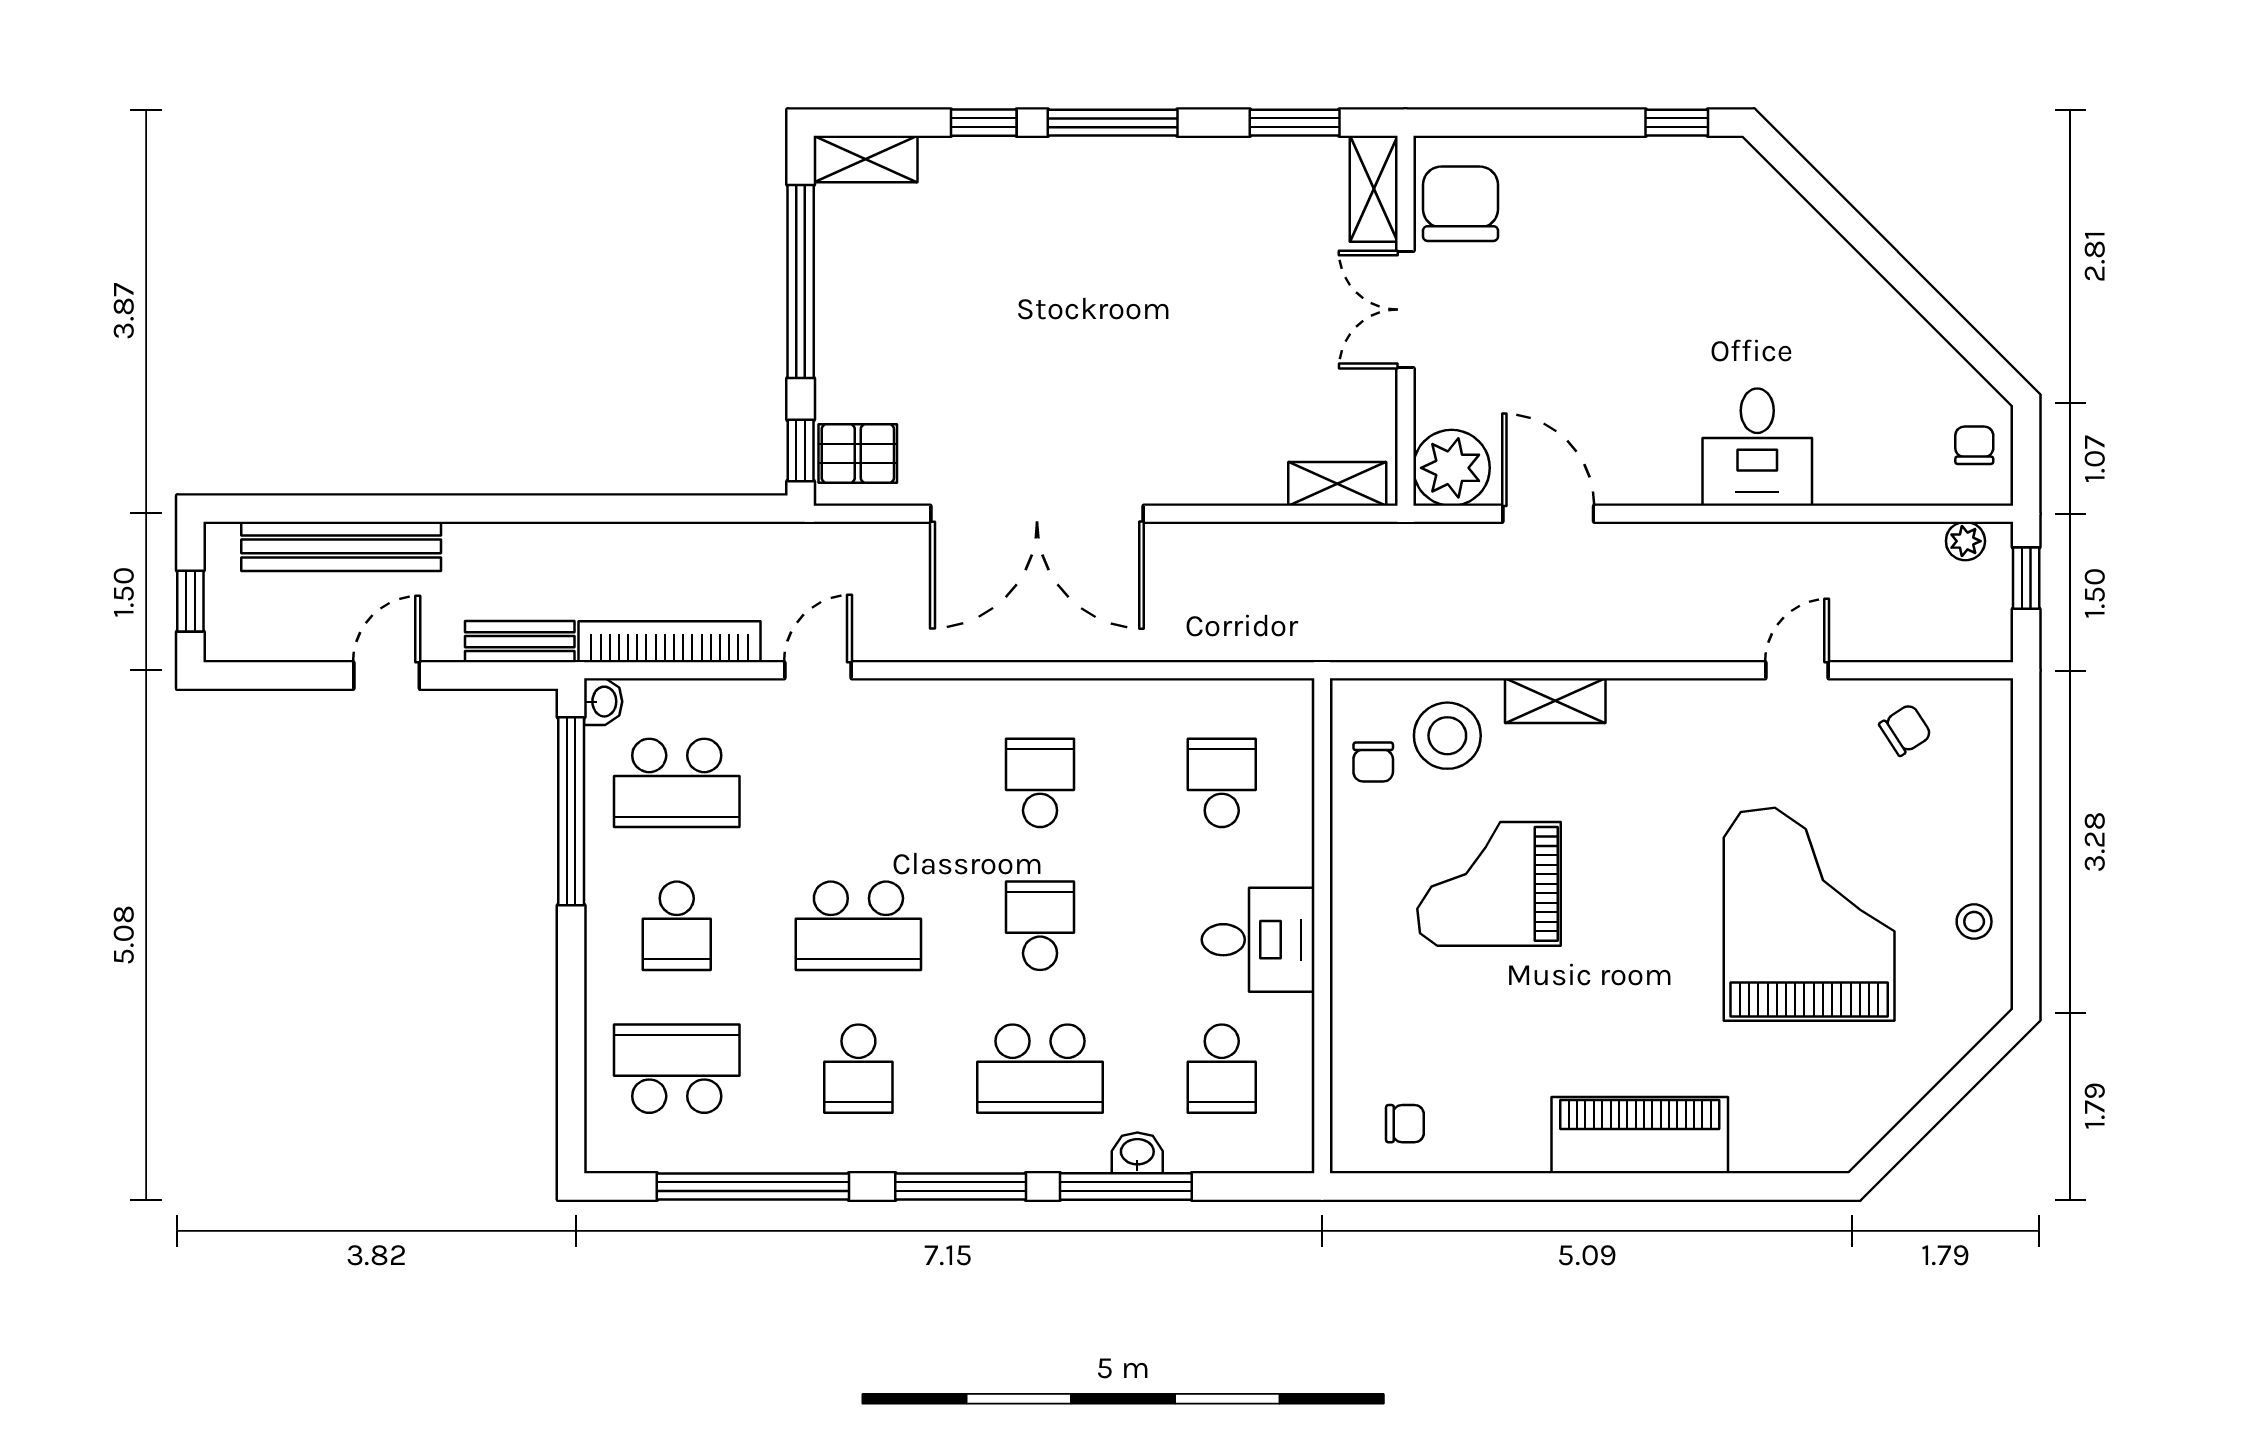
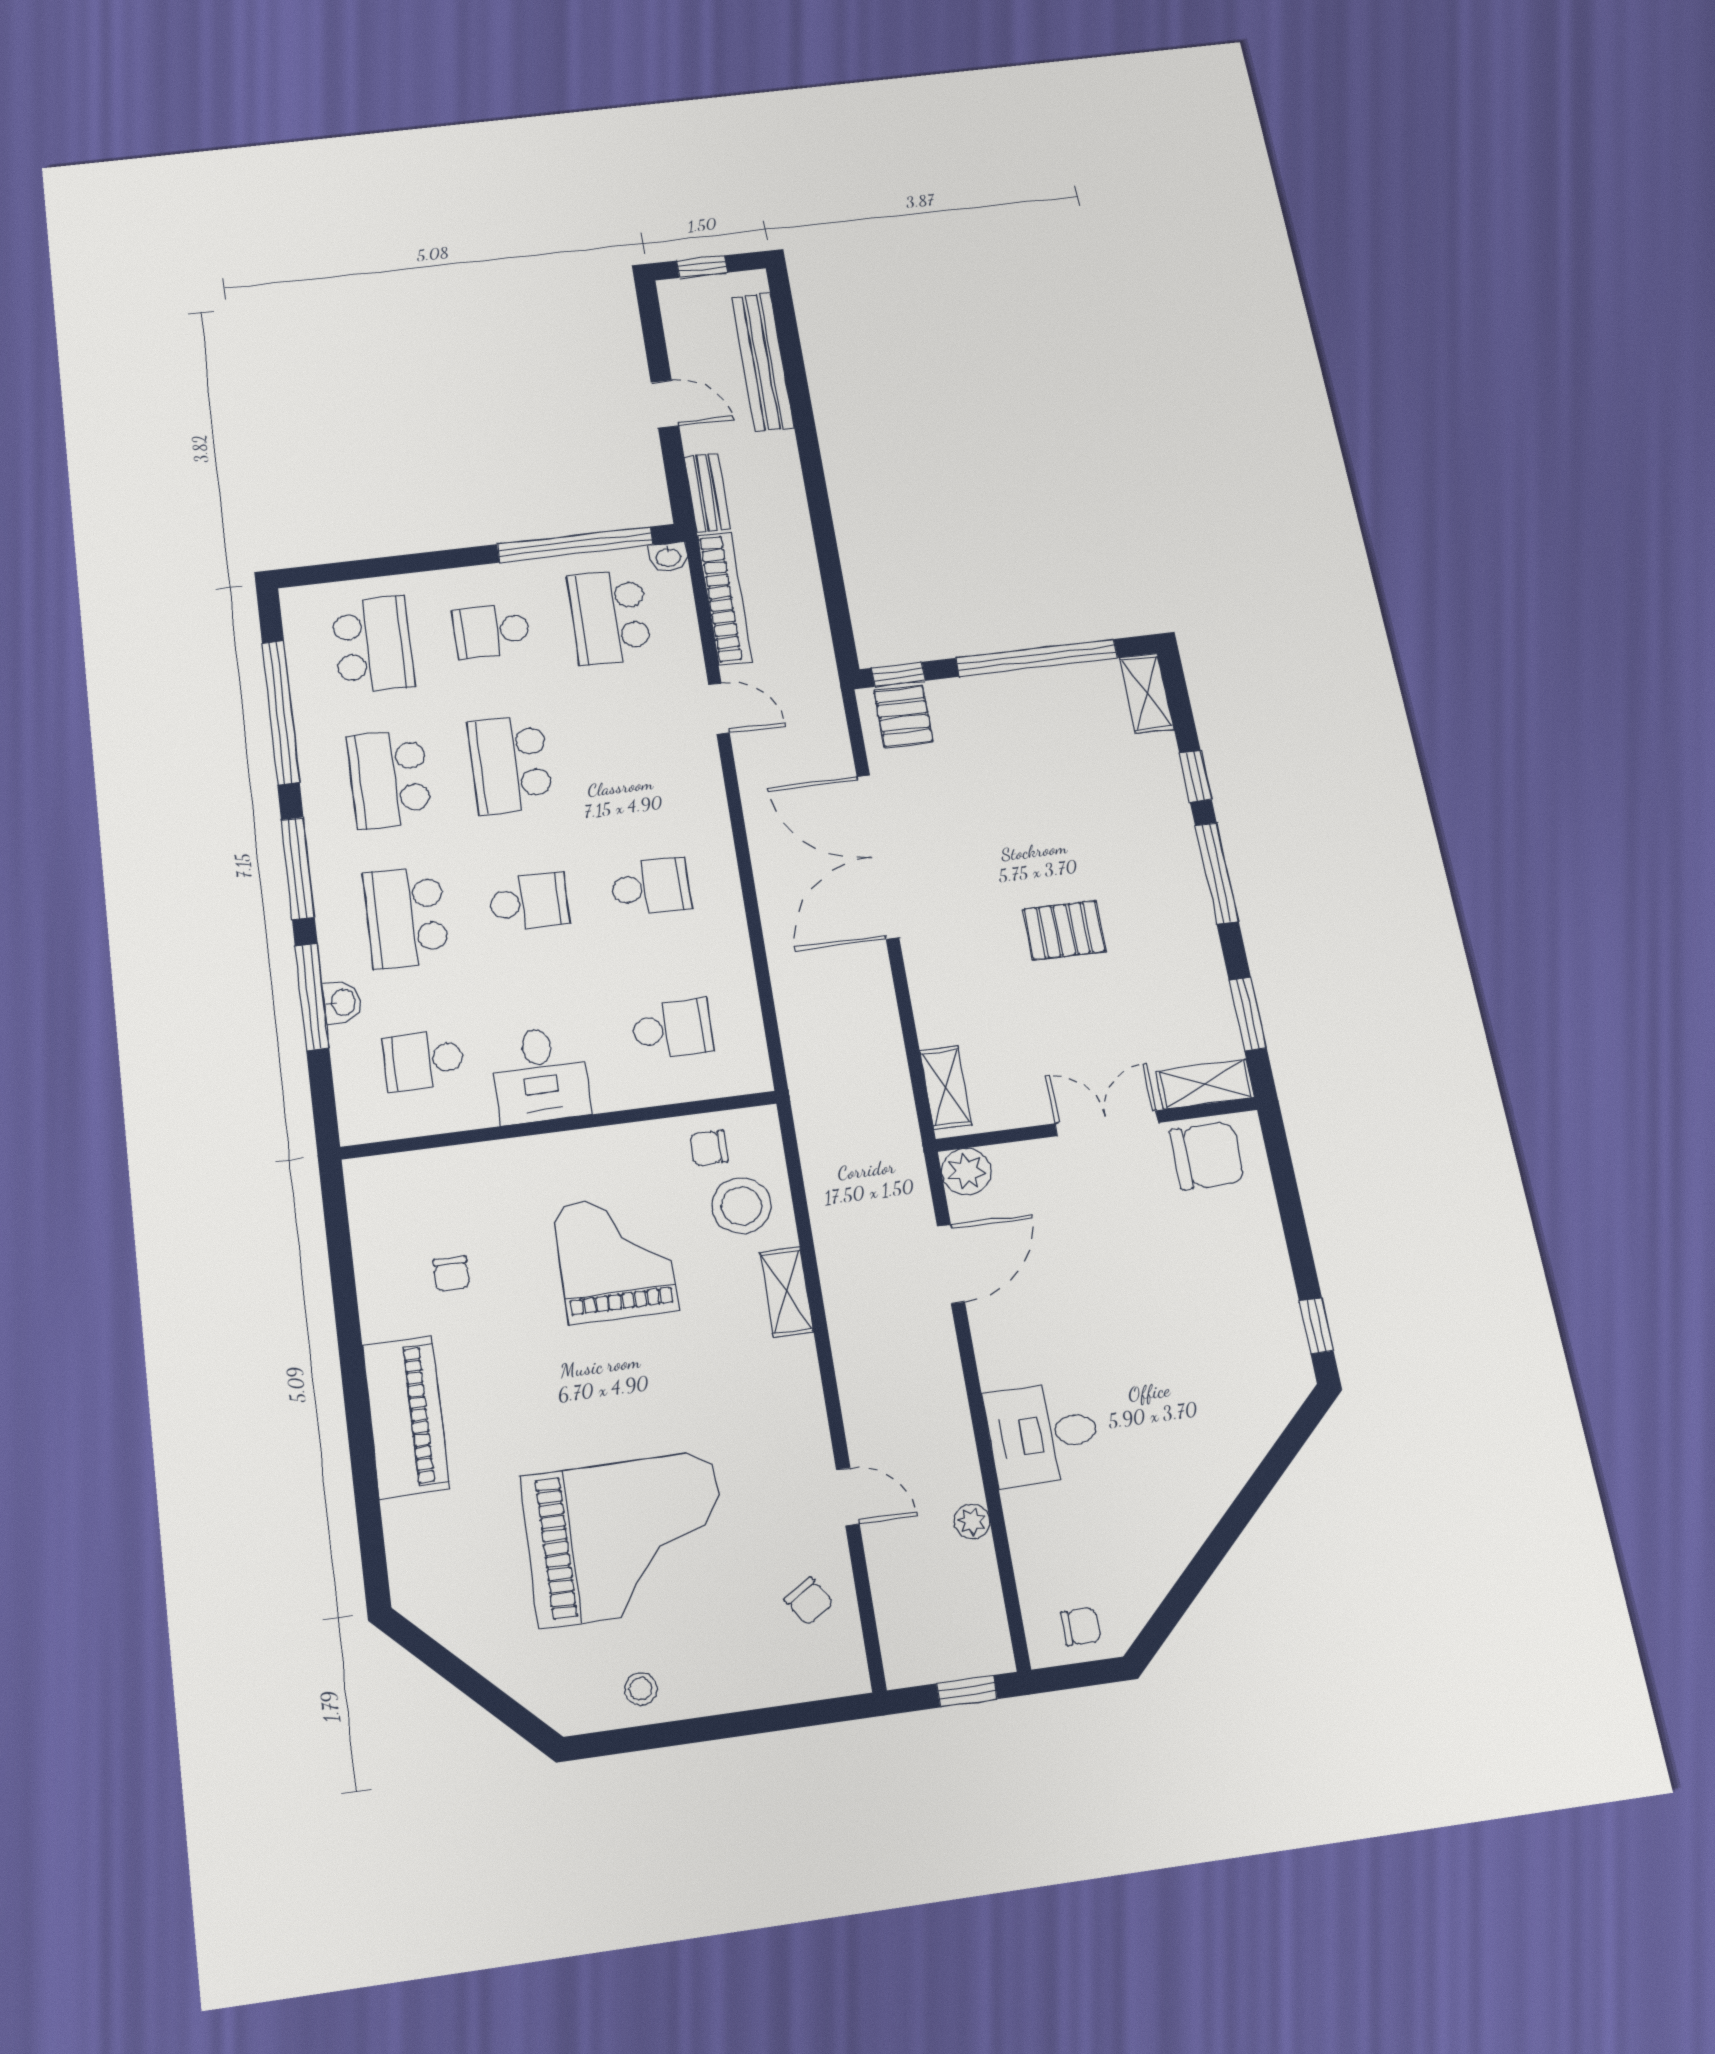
pallet: (1161, 314) -> (1064, 930), added
plant: (1452, 468) -> (966, 1171), width x0.73, depth x0.73
plant: (1965, 541) -> (972, 1521), moved
school desk: (858, 1069) -> (389, 779), width x1.85
chair: (1405, 1124) -> (451, 1274), moved

